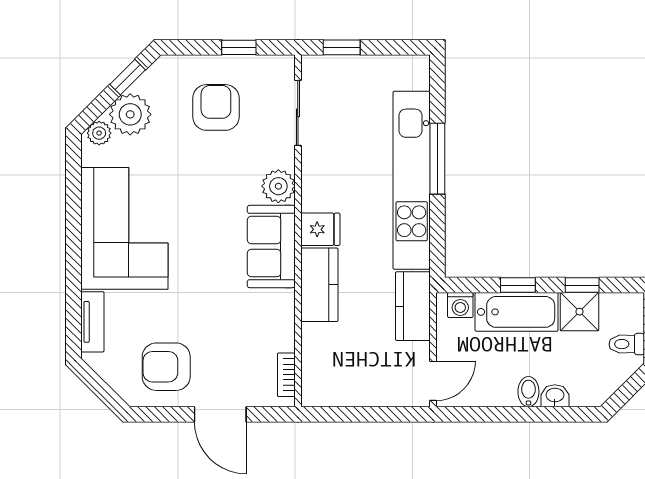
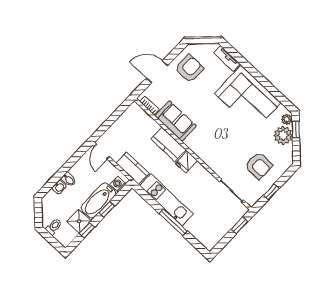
window: (128, 77) -> (296, 129), moved
kitchen unit: (412, 180) -> (166, 200), width x0.73
plant: (278, 186) -> (214, 162), removed
sofa: (271, 246) -> (176, 121), moved

